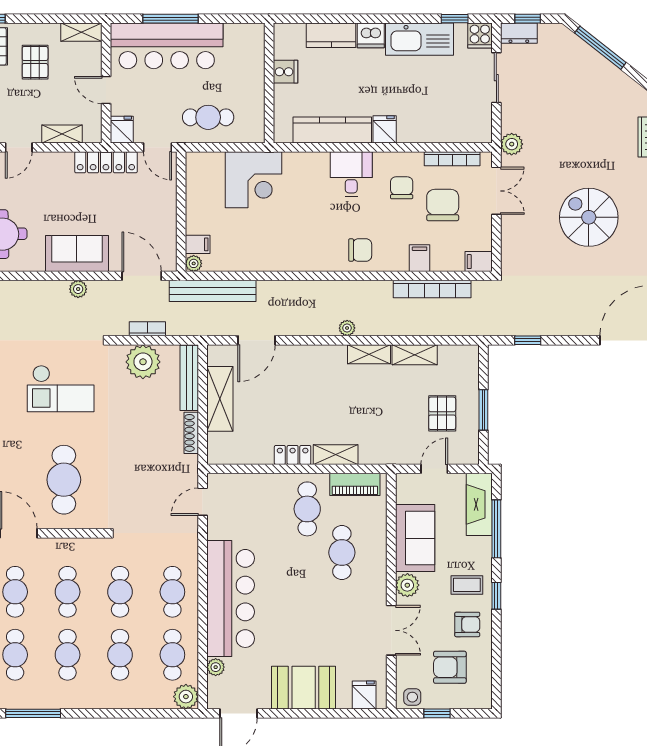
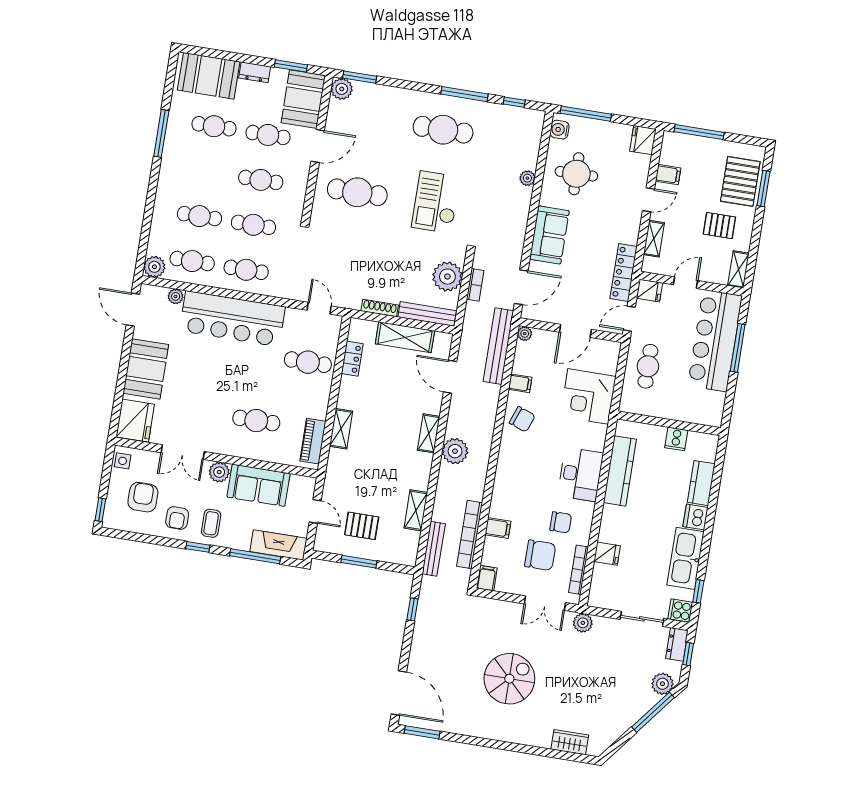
plant: (566, 42) -> (662, 684), added
fridge: (385, 129) -> (607, 554), moved
door: (19, 147) -> (649, 200), swing flipped
desk: (351, 174) -> (580, 474), width x1.37
door: (181, 206) -> (575, 331), added
filing cabinet: (198, 244) -> (520, 383), moved, turned -90
chair: (360, 250) -> (522, 419), moved, turned -70
plant: (78, 289) -> (527, 178), moved
bench: (455, 327) -> (434, 549), added
plant: (347, 328) -> (455, 451), width x1.87, depth x1.87
shelving: (369, 354) -> (429, 433), moved
locker: (293, 455) -> (352, 359), moved
cafe table: (307, 509) -> (308, 362), moved
cafe table: (68, 655) -> (207, 171), removed
fridge: (364, 695) -> (135, 421), width x1.88, depth x1.34
window: (437, 713) -> (100, 510), moved

